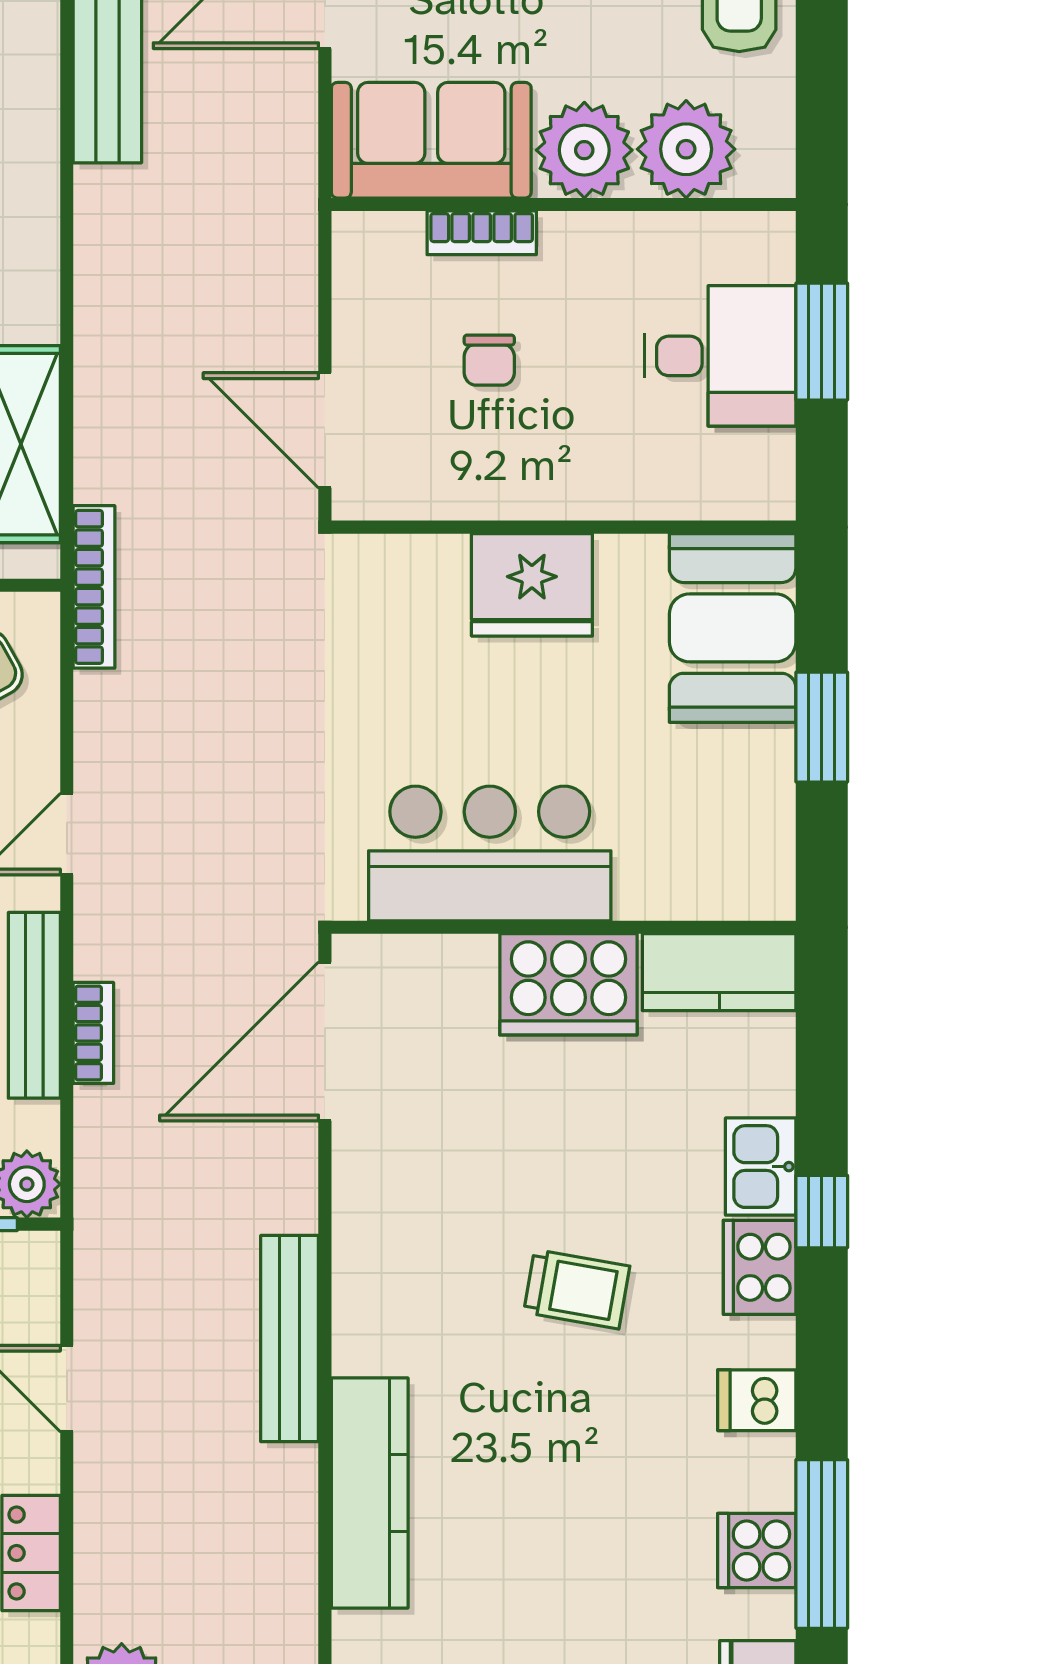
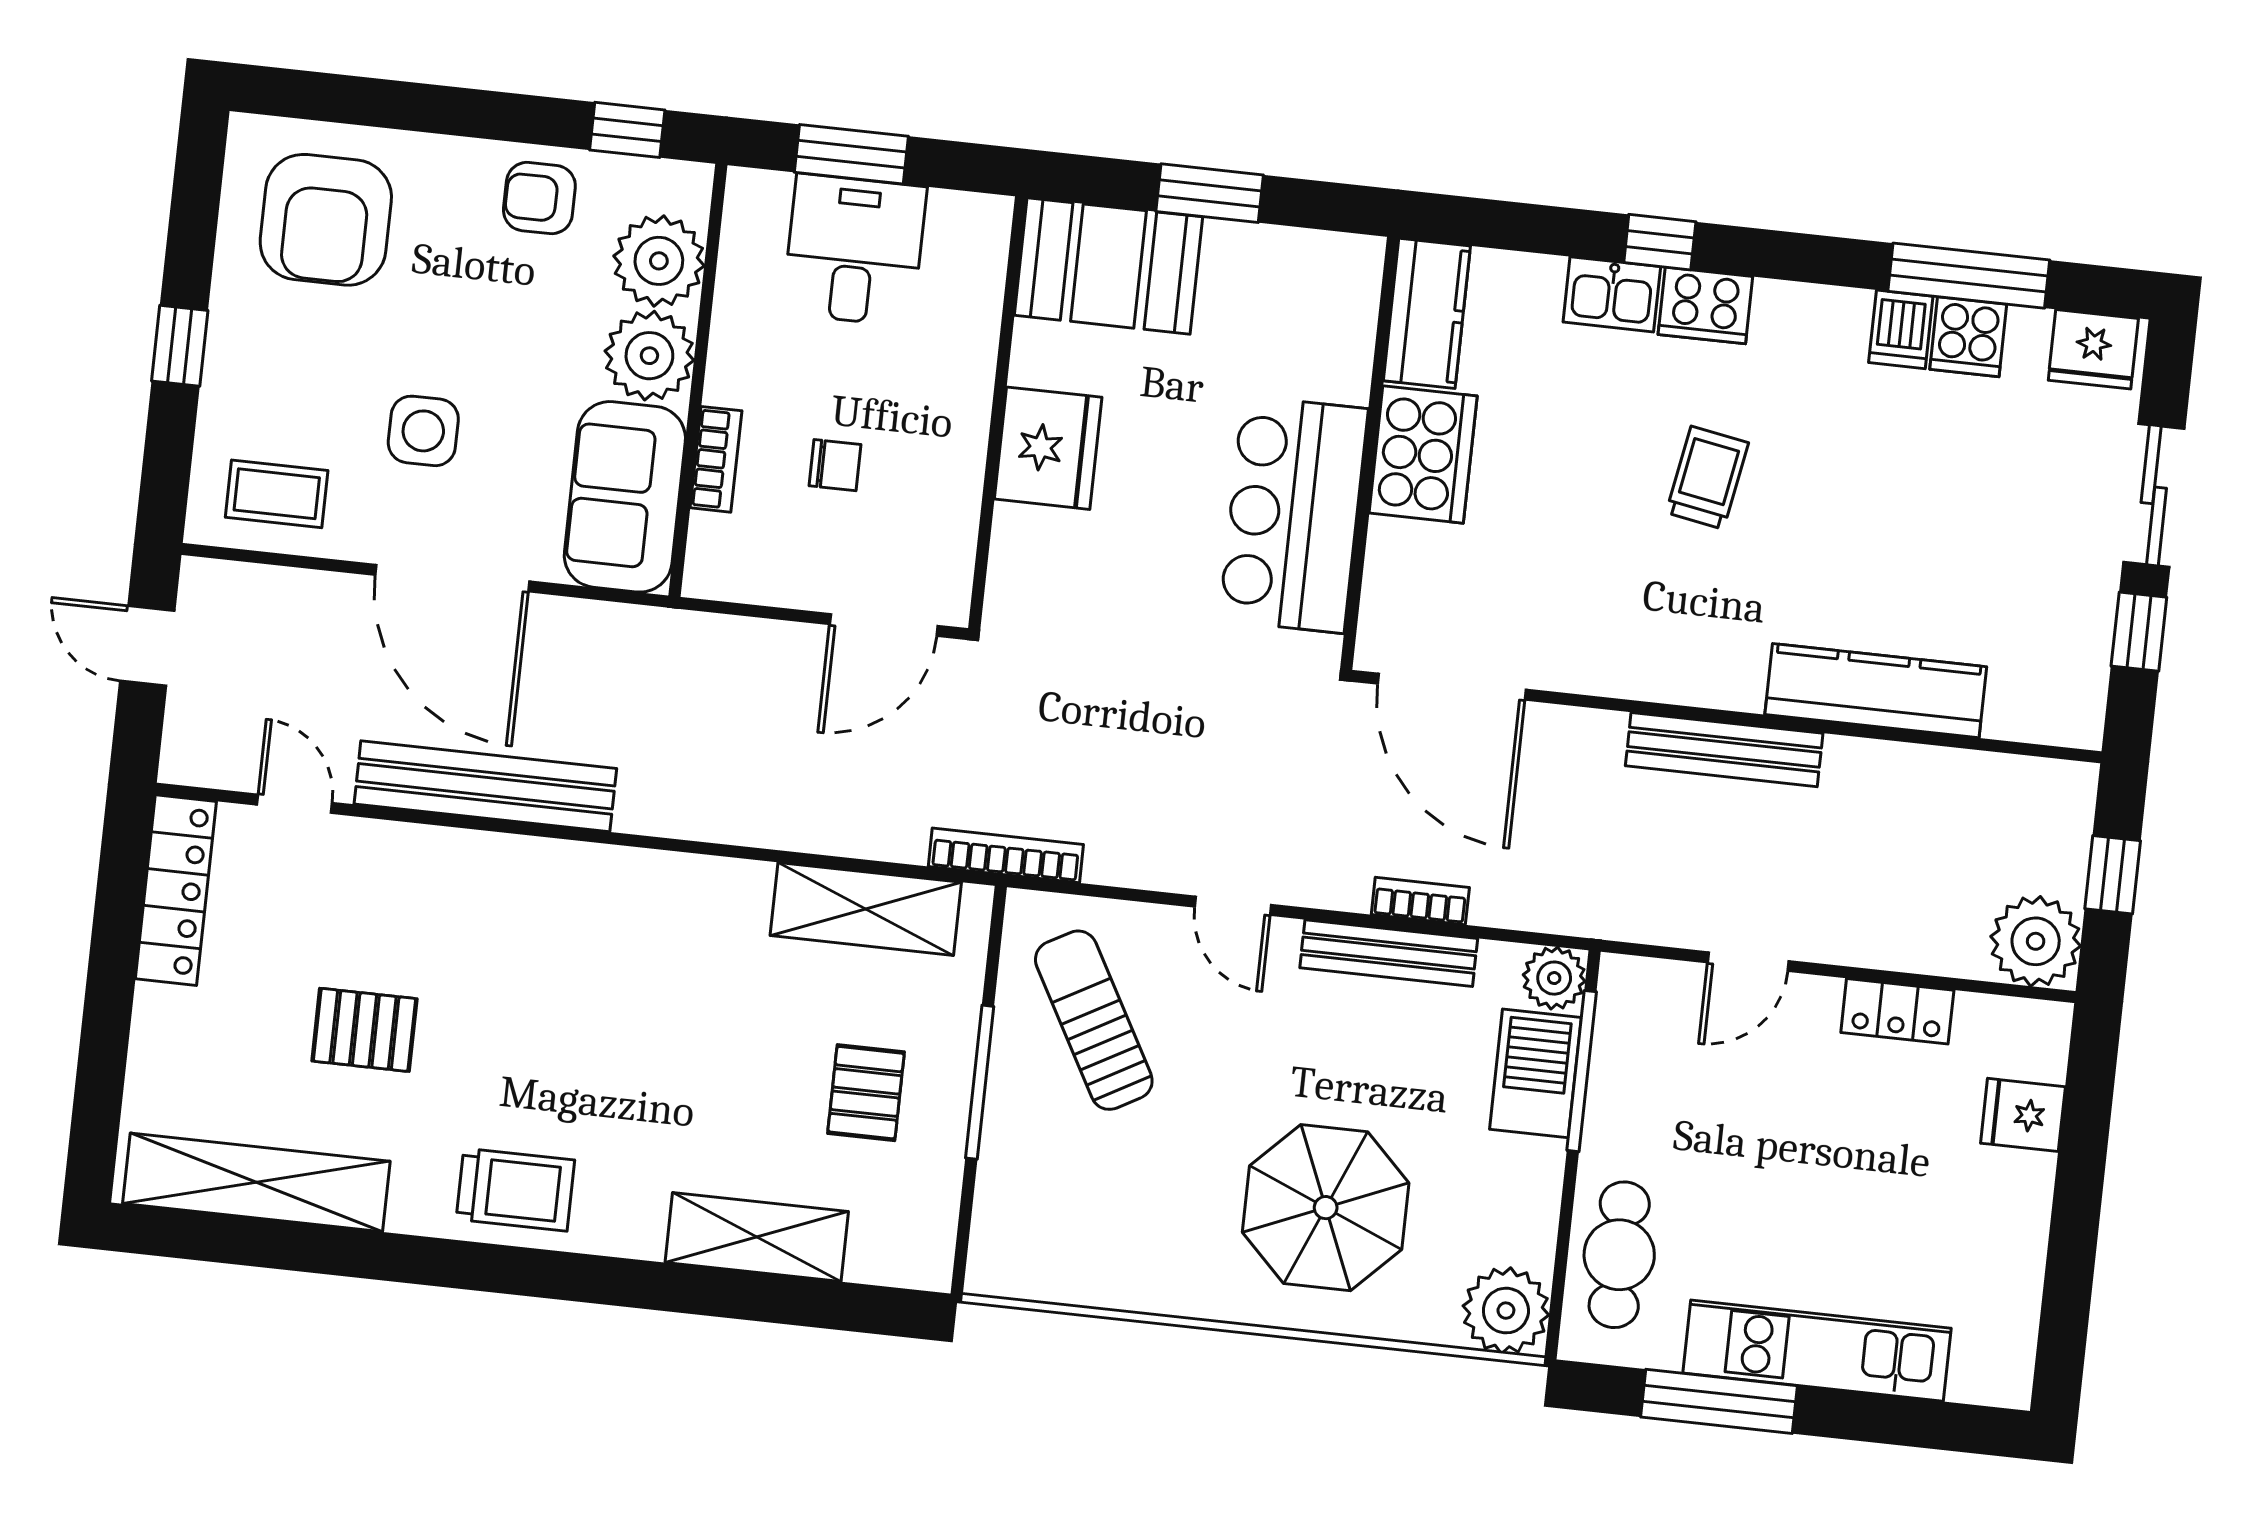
window: (822, 100) -> (627, 130), added
dishwasher: (757, 1400) -> (1901, 329), moved

